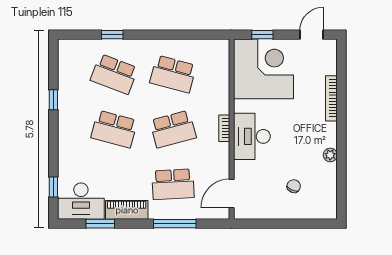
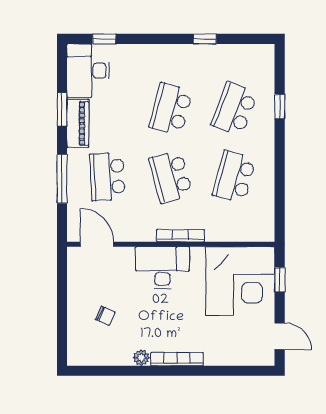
bookcase: (331, 98) -> (177, 359), moved
bookcase: (224, 128) -> (180, 236), width x1.56
window: (100, 224) -> (62, 109), moved

